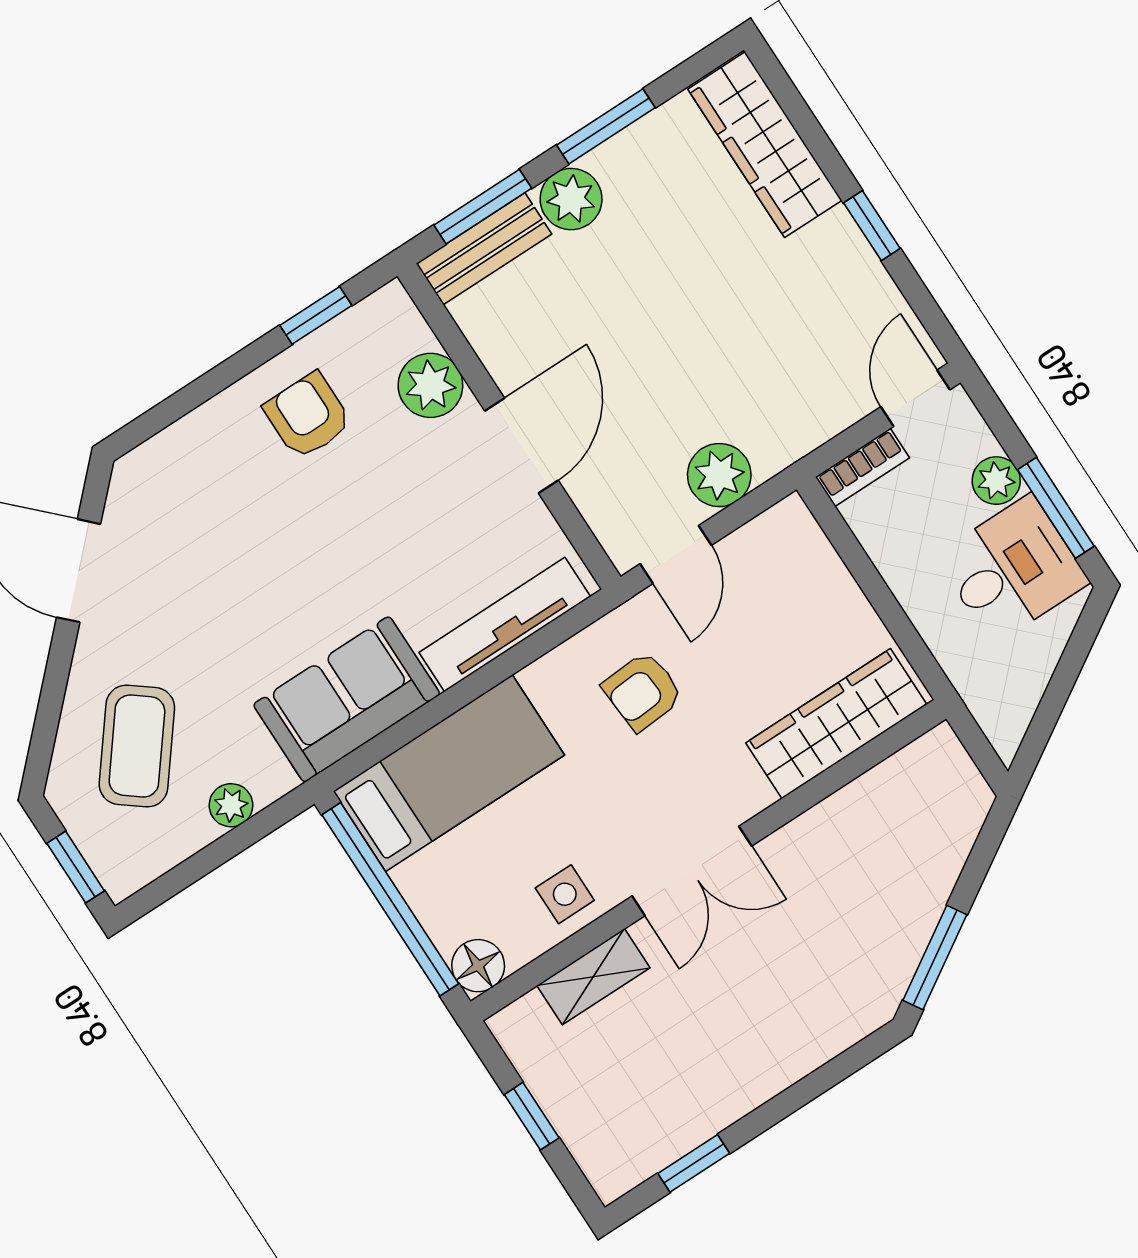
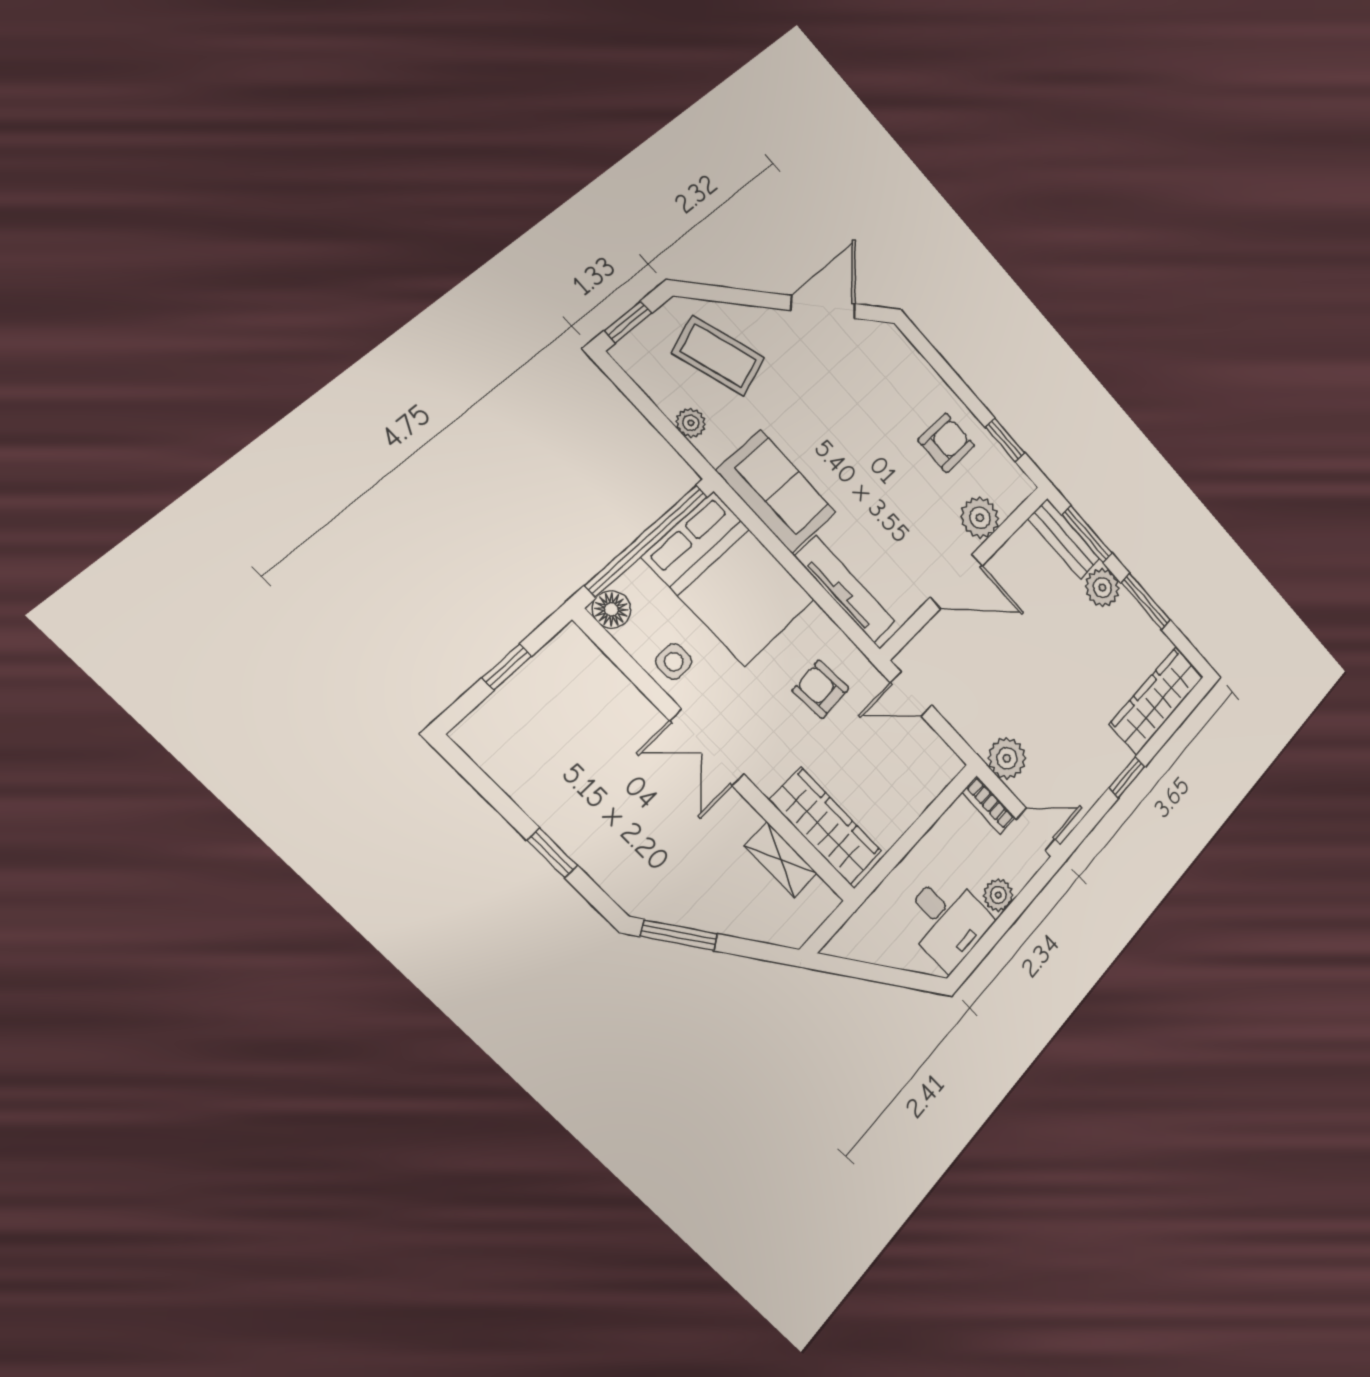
plant: (719, 475) -> (1007, 758), moved
window: (1056, 508) -> (990, 939), removed
coffee table: (137, 746) -> (718, 356), turned 33
bed: (449, 773) -> (729, 579), width x1.50
shelving: (593, 977) -> (781, 860), moved
window: (694, 1163) -> (552, 853), moved

